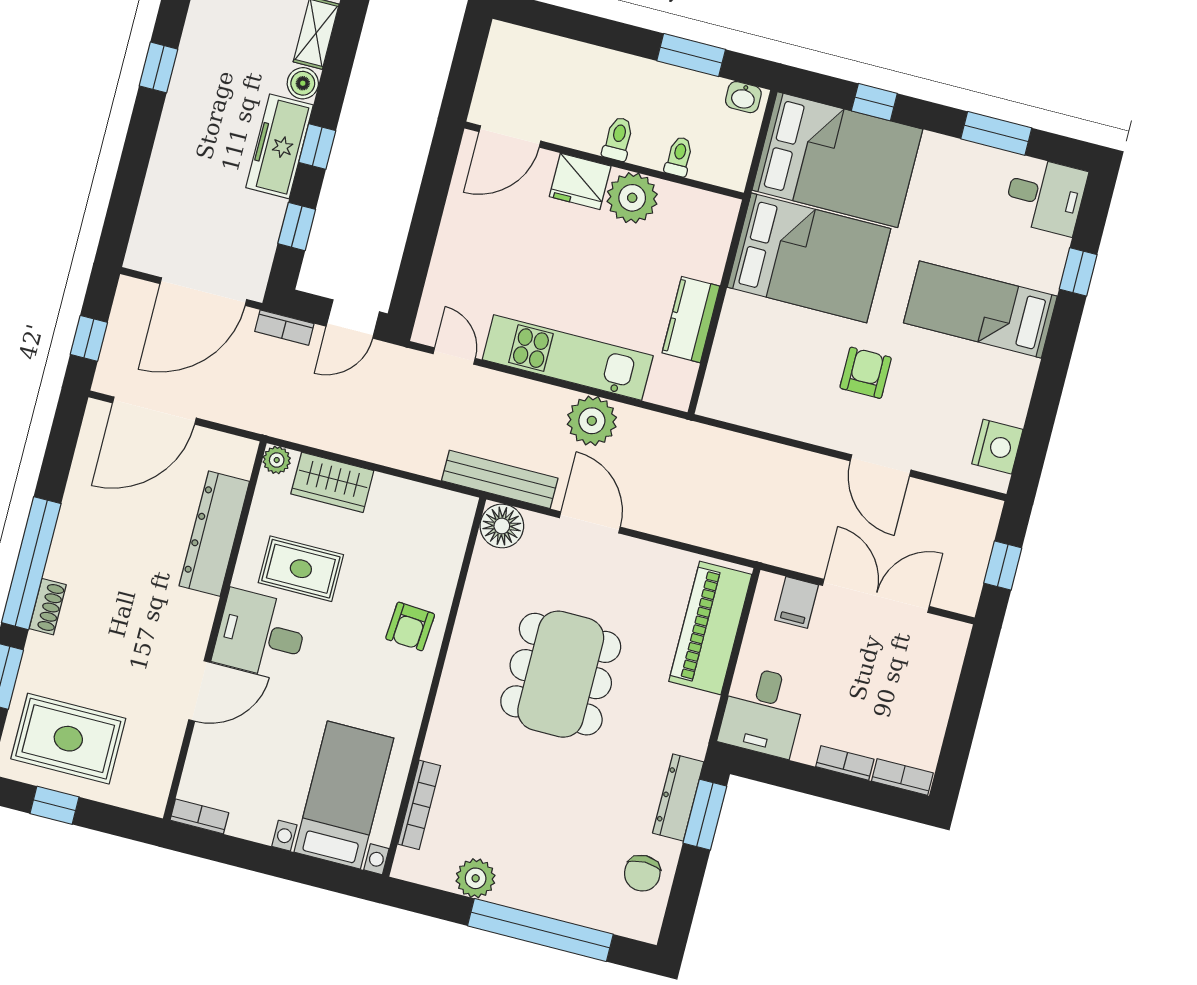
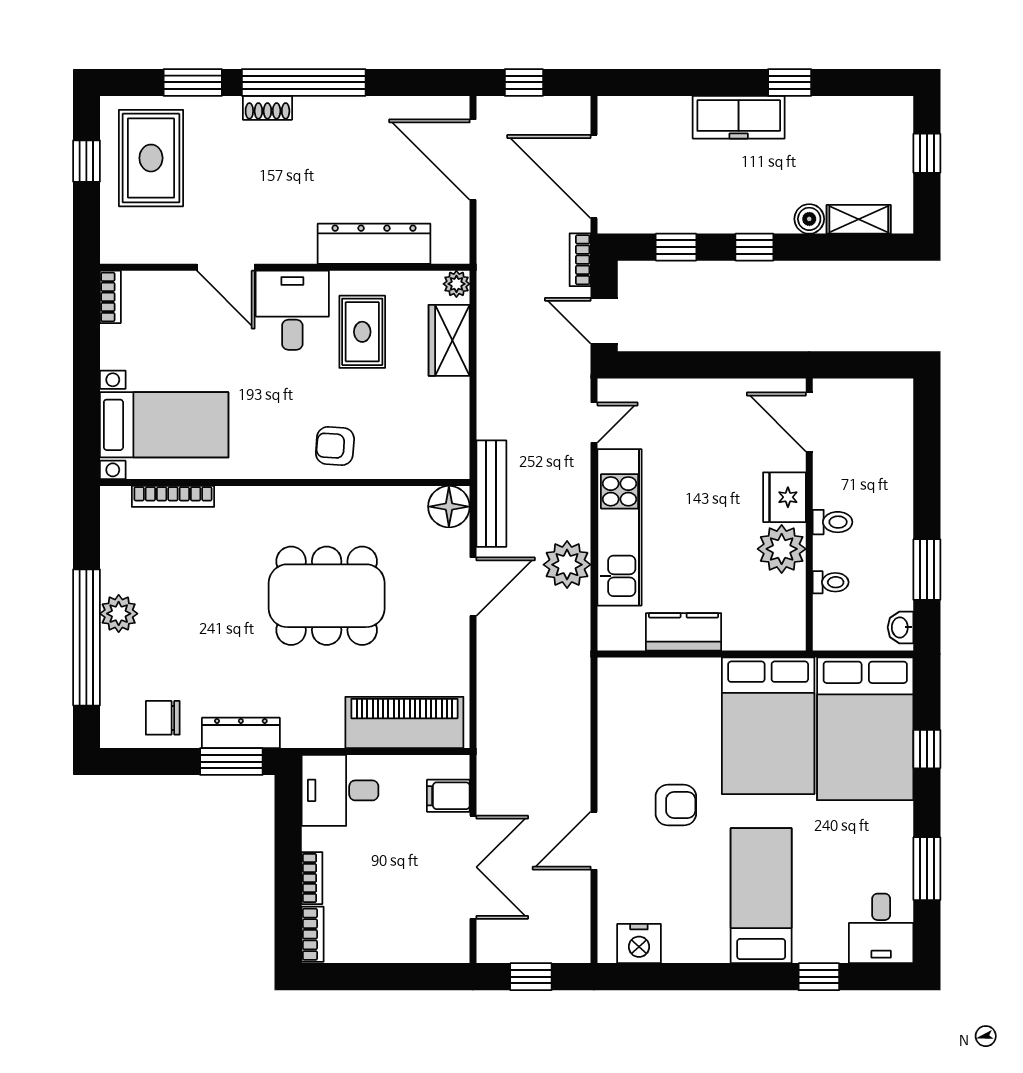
freezer: (279, 146) -> (739, 117), moved, turned 180
plant: (476, 878) -> (119, 614), moved

